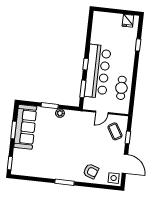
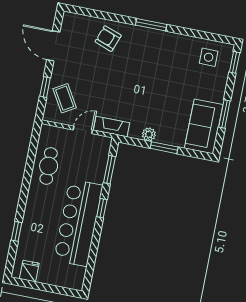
bar counter: (98, 71) -> (78, 223), moved
fireplace: (84, 116) -> (111, 127), added
sofa: (25, 127) -> (204, 126), width x0.73
side table: (114, 178) -> (209, 57), moved

